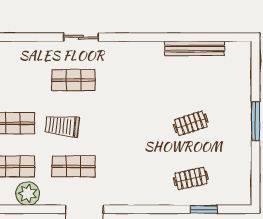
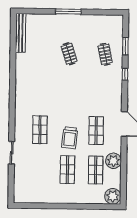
sliding door: (81, 37) -> (12, 153), moved
bench: (195, 48) -> (21, 33), moved
window: (161, 209) -> (125, 74), added

